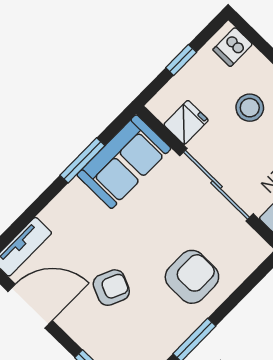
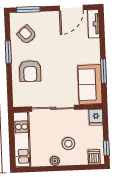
window: (181, 60) -> (106, 148), moved
fridge: (186, 122) -> (96, 117), moved
armchair: (111, 288) -> (27, 35), moved, turned 115

